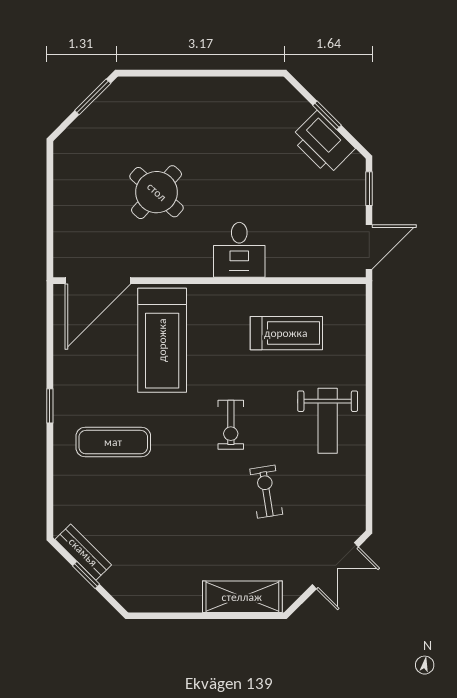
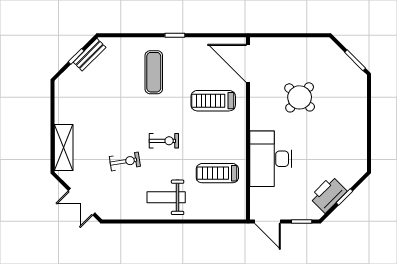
desk: (239, 250) -> (271, 159), width x1.87, depth x1.30
treadmill: (286, 333) -> (217, 173), turned 90
treadmill: (162, 340) -> (213, 101), width x0.73, depth x0.73
exercise bike: (231, 425) -> (164, 141), turned 180

